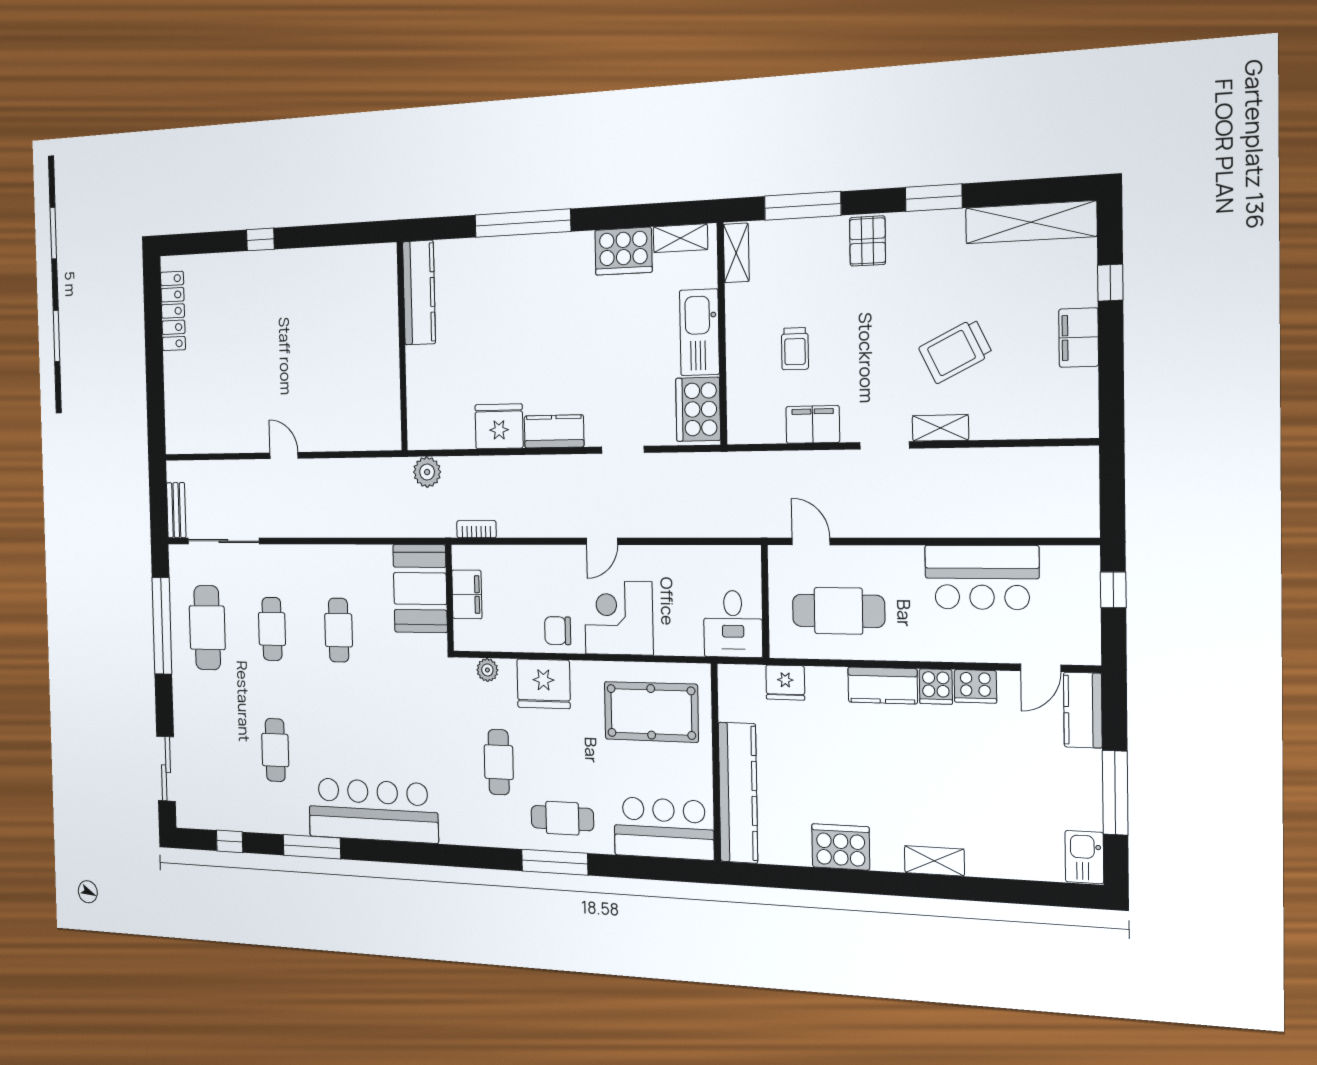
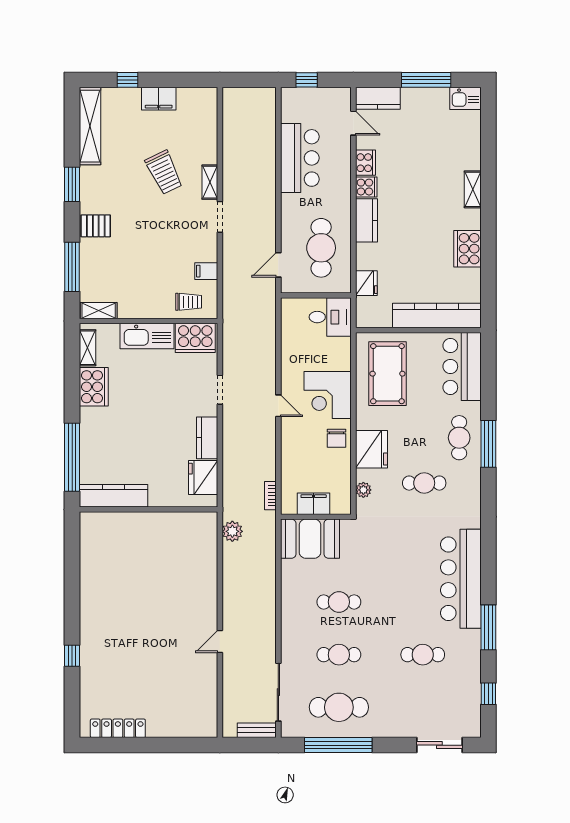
kitchen counter: (419, 293) -> (114, 496), moved
wall: (402, 346) -> (149, 509), moved
trolley: (795, 349) -> (189, 302), moved
filing cabinet: (813, 424) -> (206, 271), width x0.50

